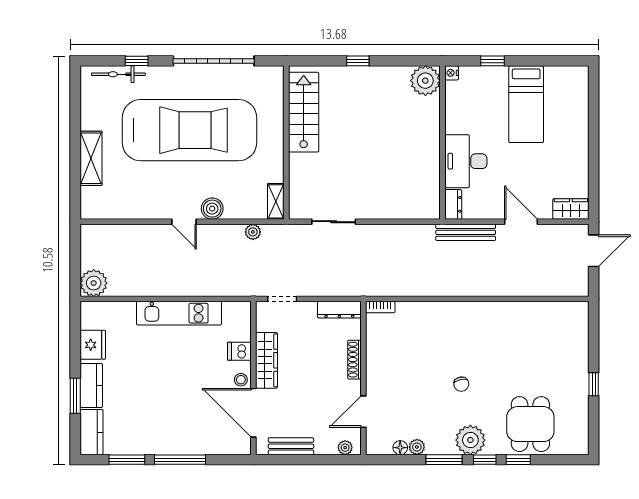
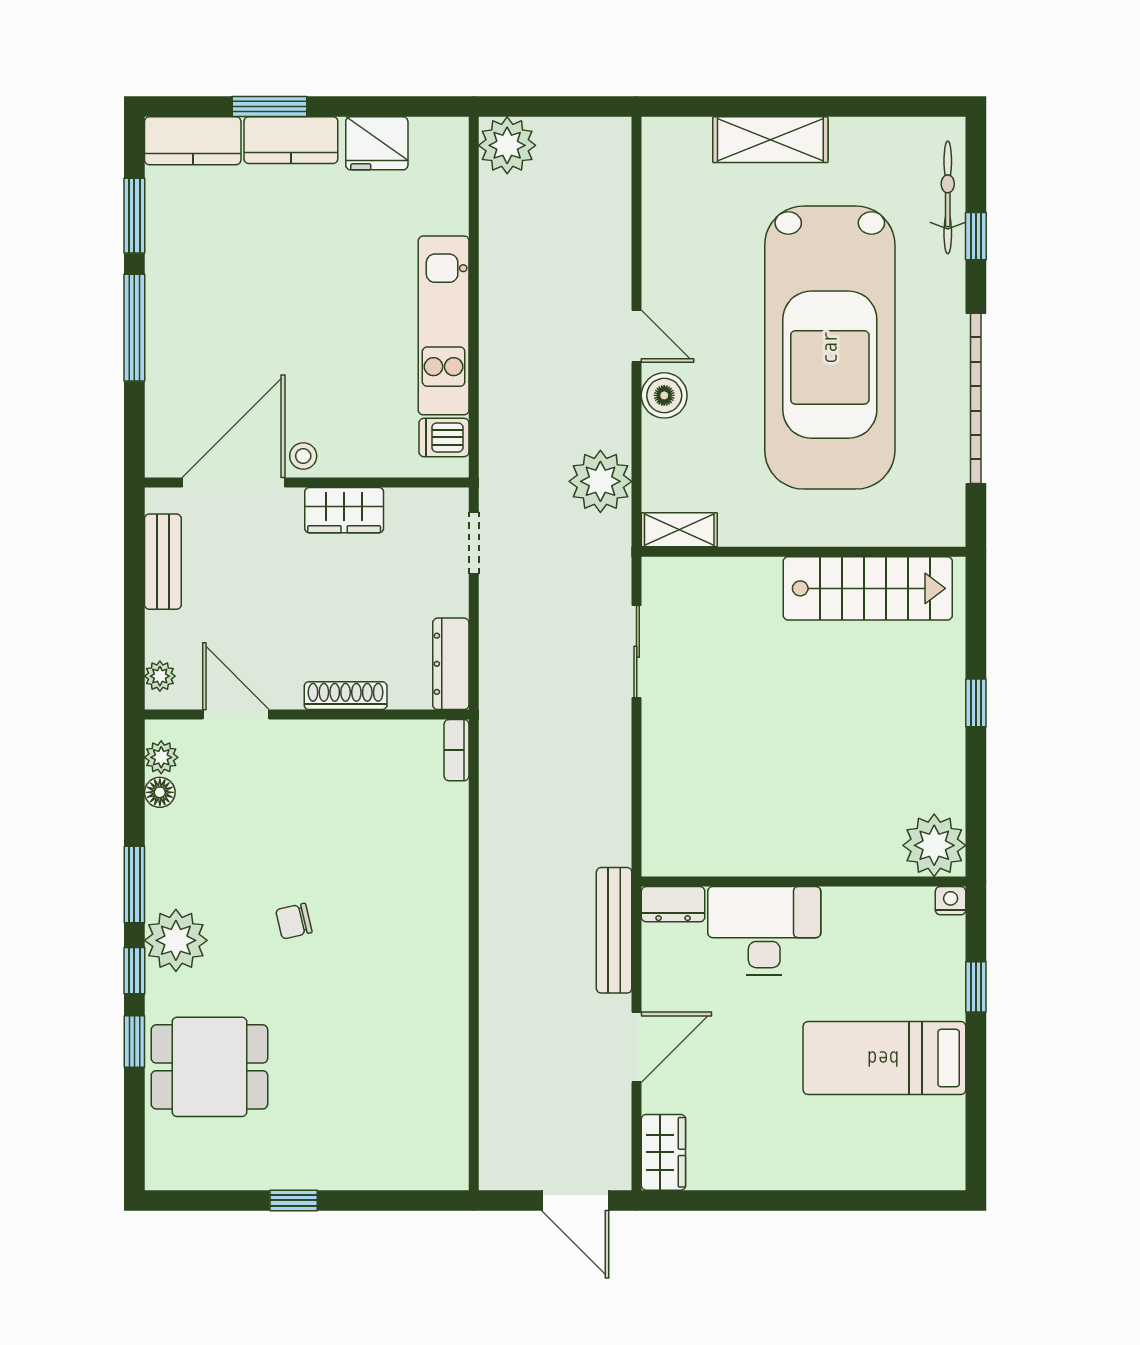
door: (184, 222) -> (637, 336), swing flipped
plant: (253, 232) -> (600, 481), width x1.88, depth x1.88
dishwasher: (239, 351) -> (444, 437), moved, turned -90
wardrobe: (267, 360) -> (344, 510), width x0.67
plant: (417, 447) -> (161, 757), moved

